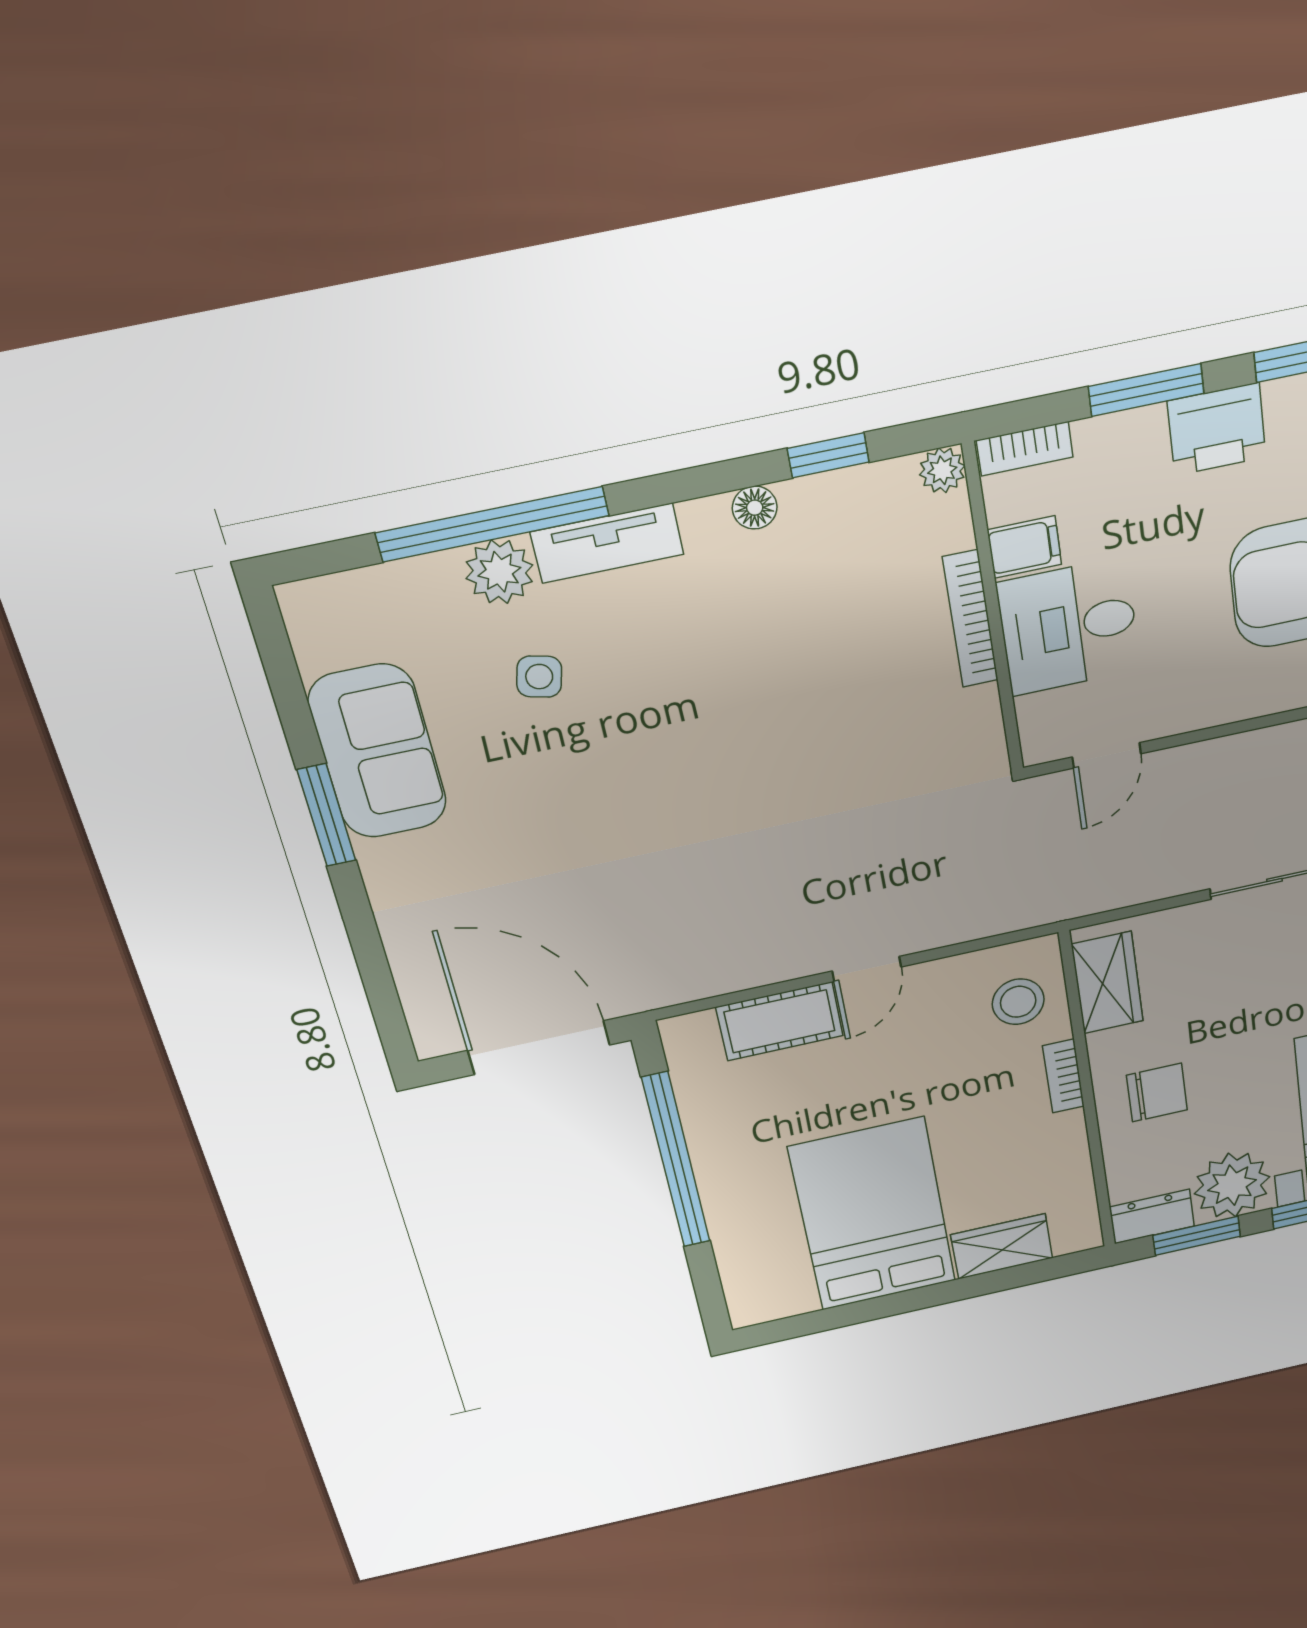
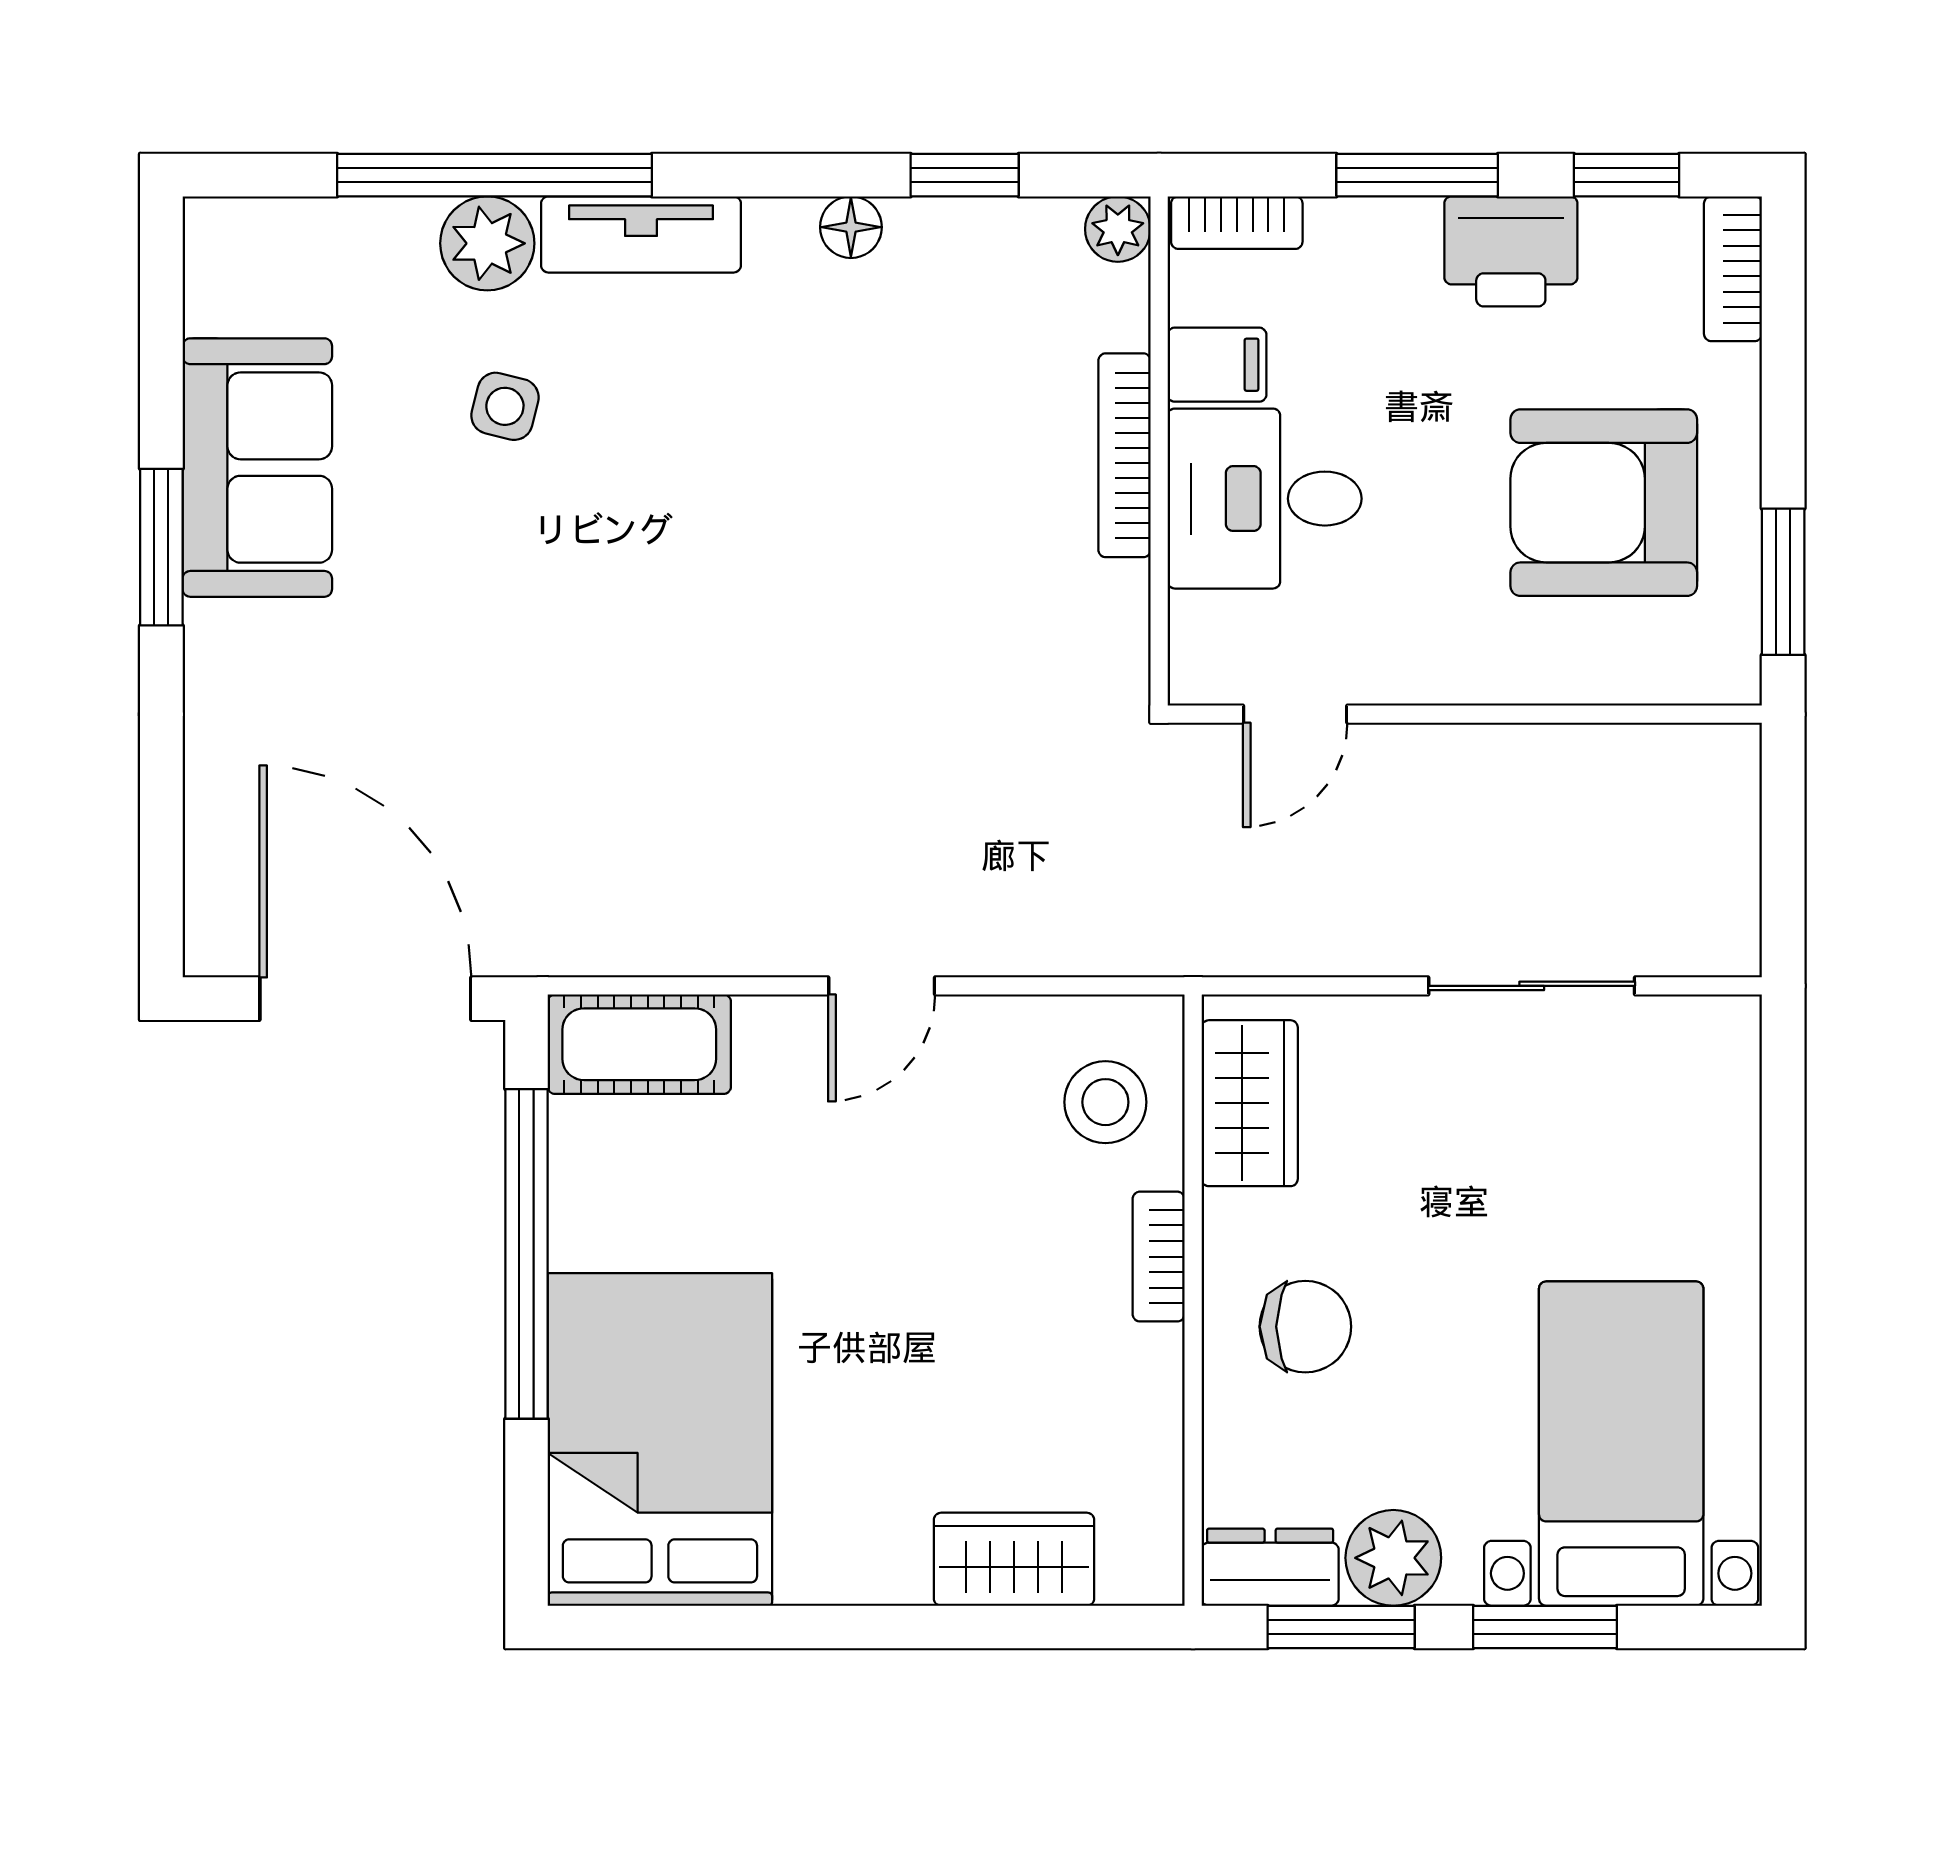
cot: (780, 1021) -> (639, 1044), moved
plant: (1232, 1185) -> (1393, 1558), width x0.73, depth x0.73
bed: (873, 1215) -> (660, 1440), moved

